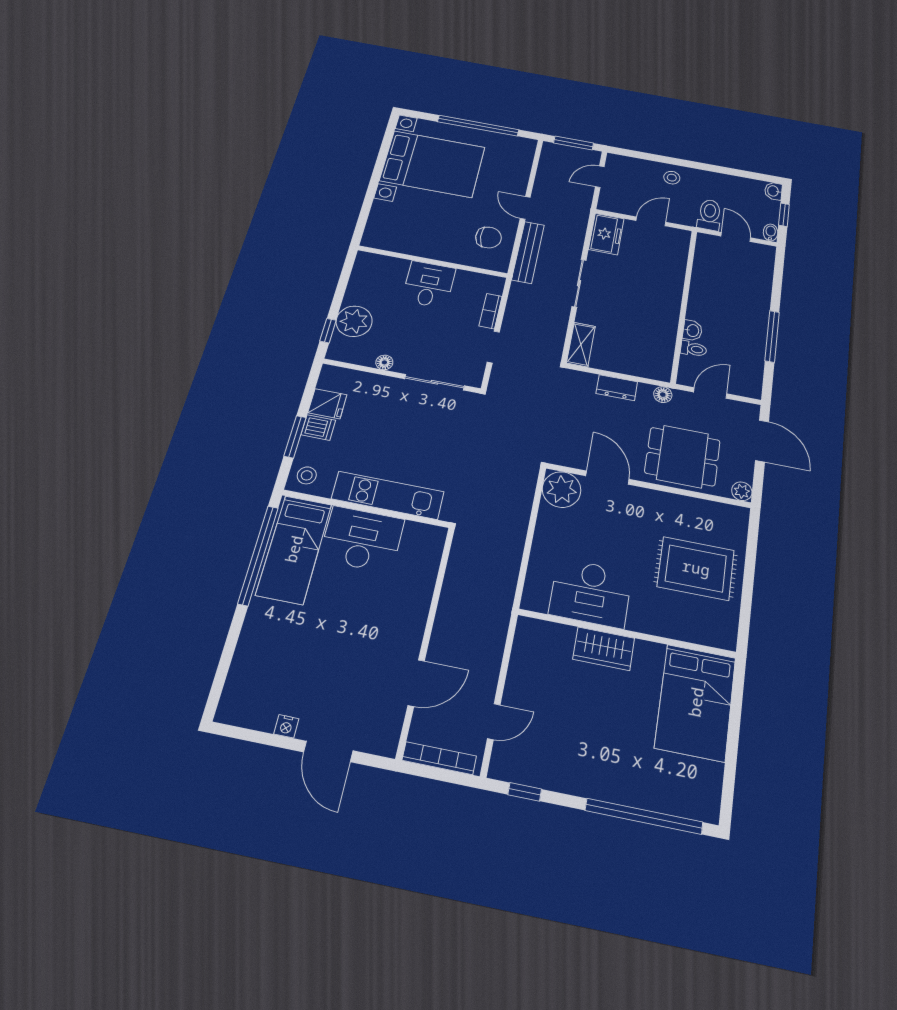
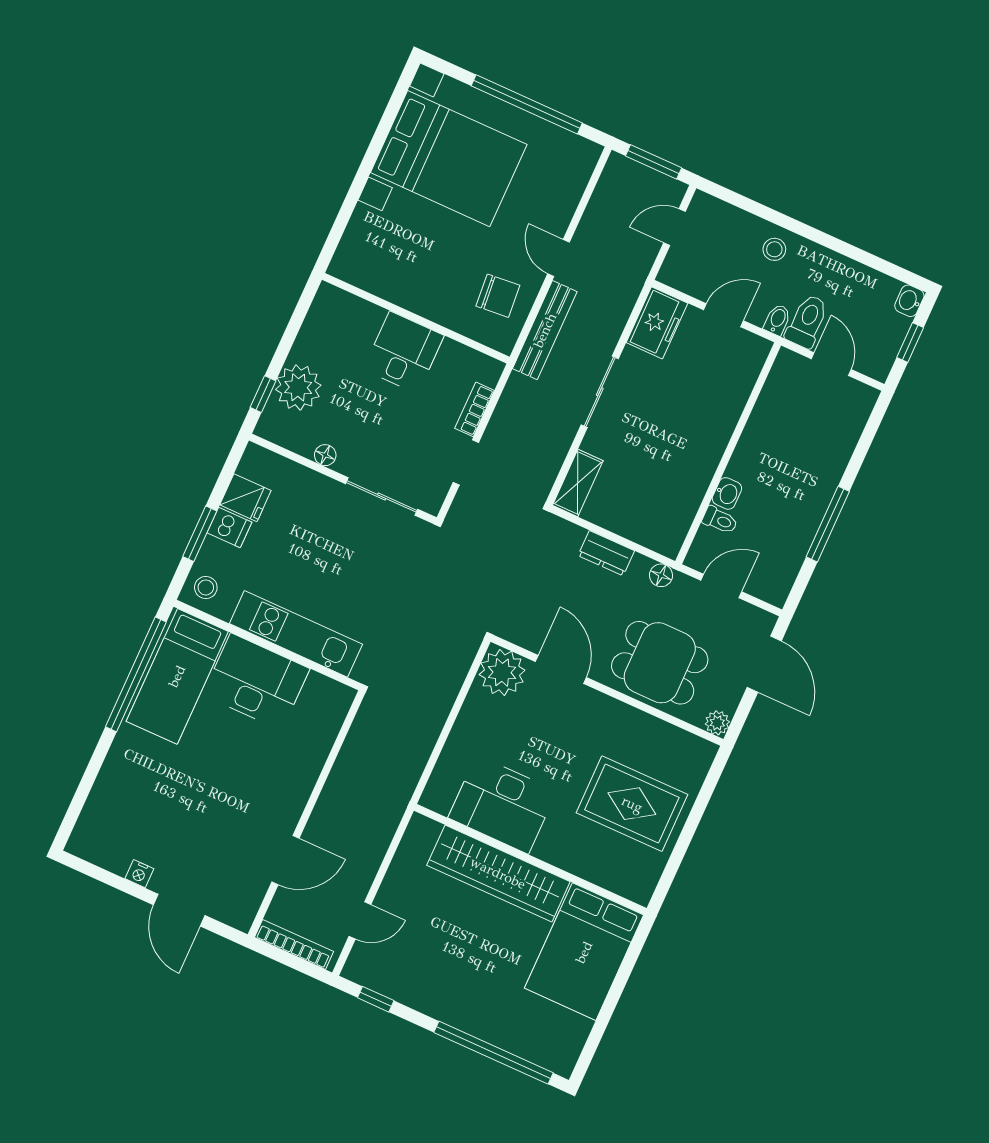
bidet: (771, 232) -> (777, 320), moved
wardrobe: (604, 649) -> (498, 873), width x2.10, depth x1.17

